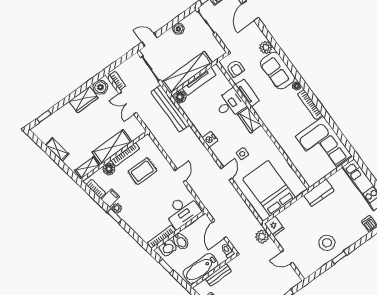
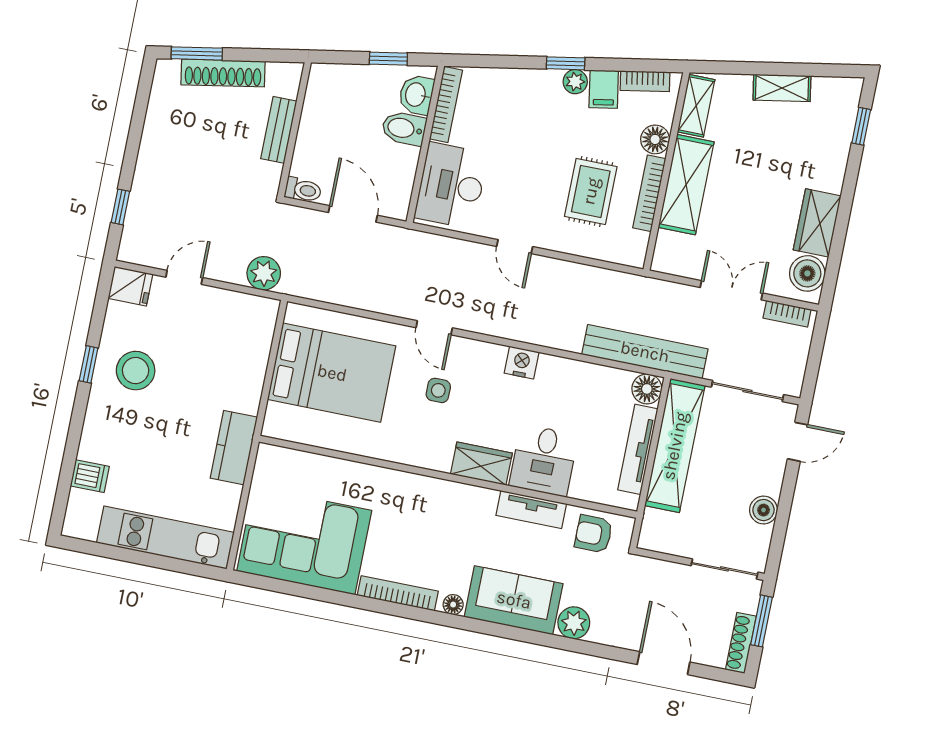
fridge: (274, 226) -> (130, 286), moved, turned 180
bathtub: (201, 269) -> (322, 112), removed

